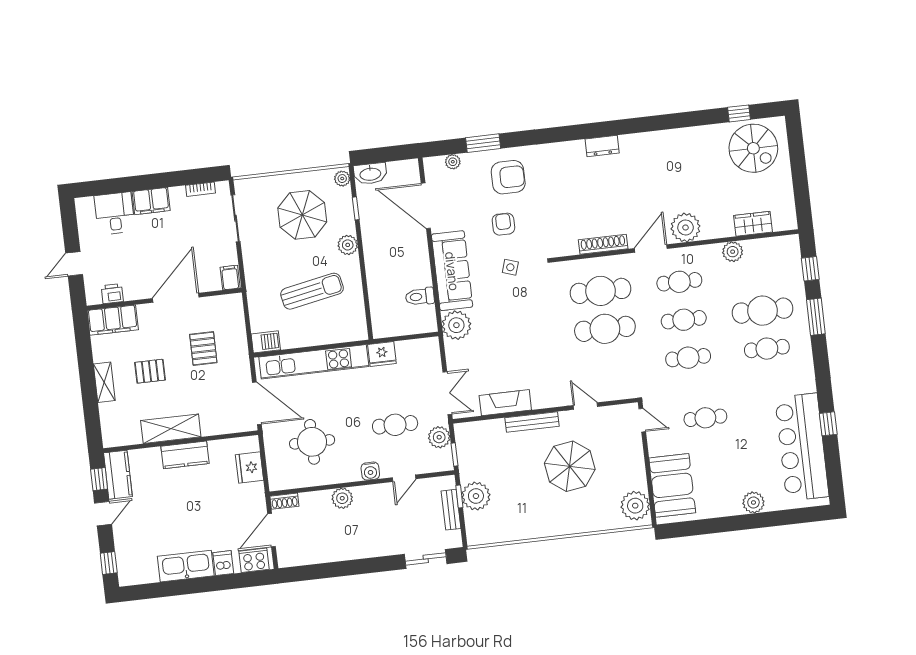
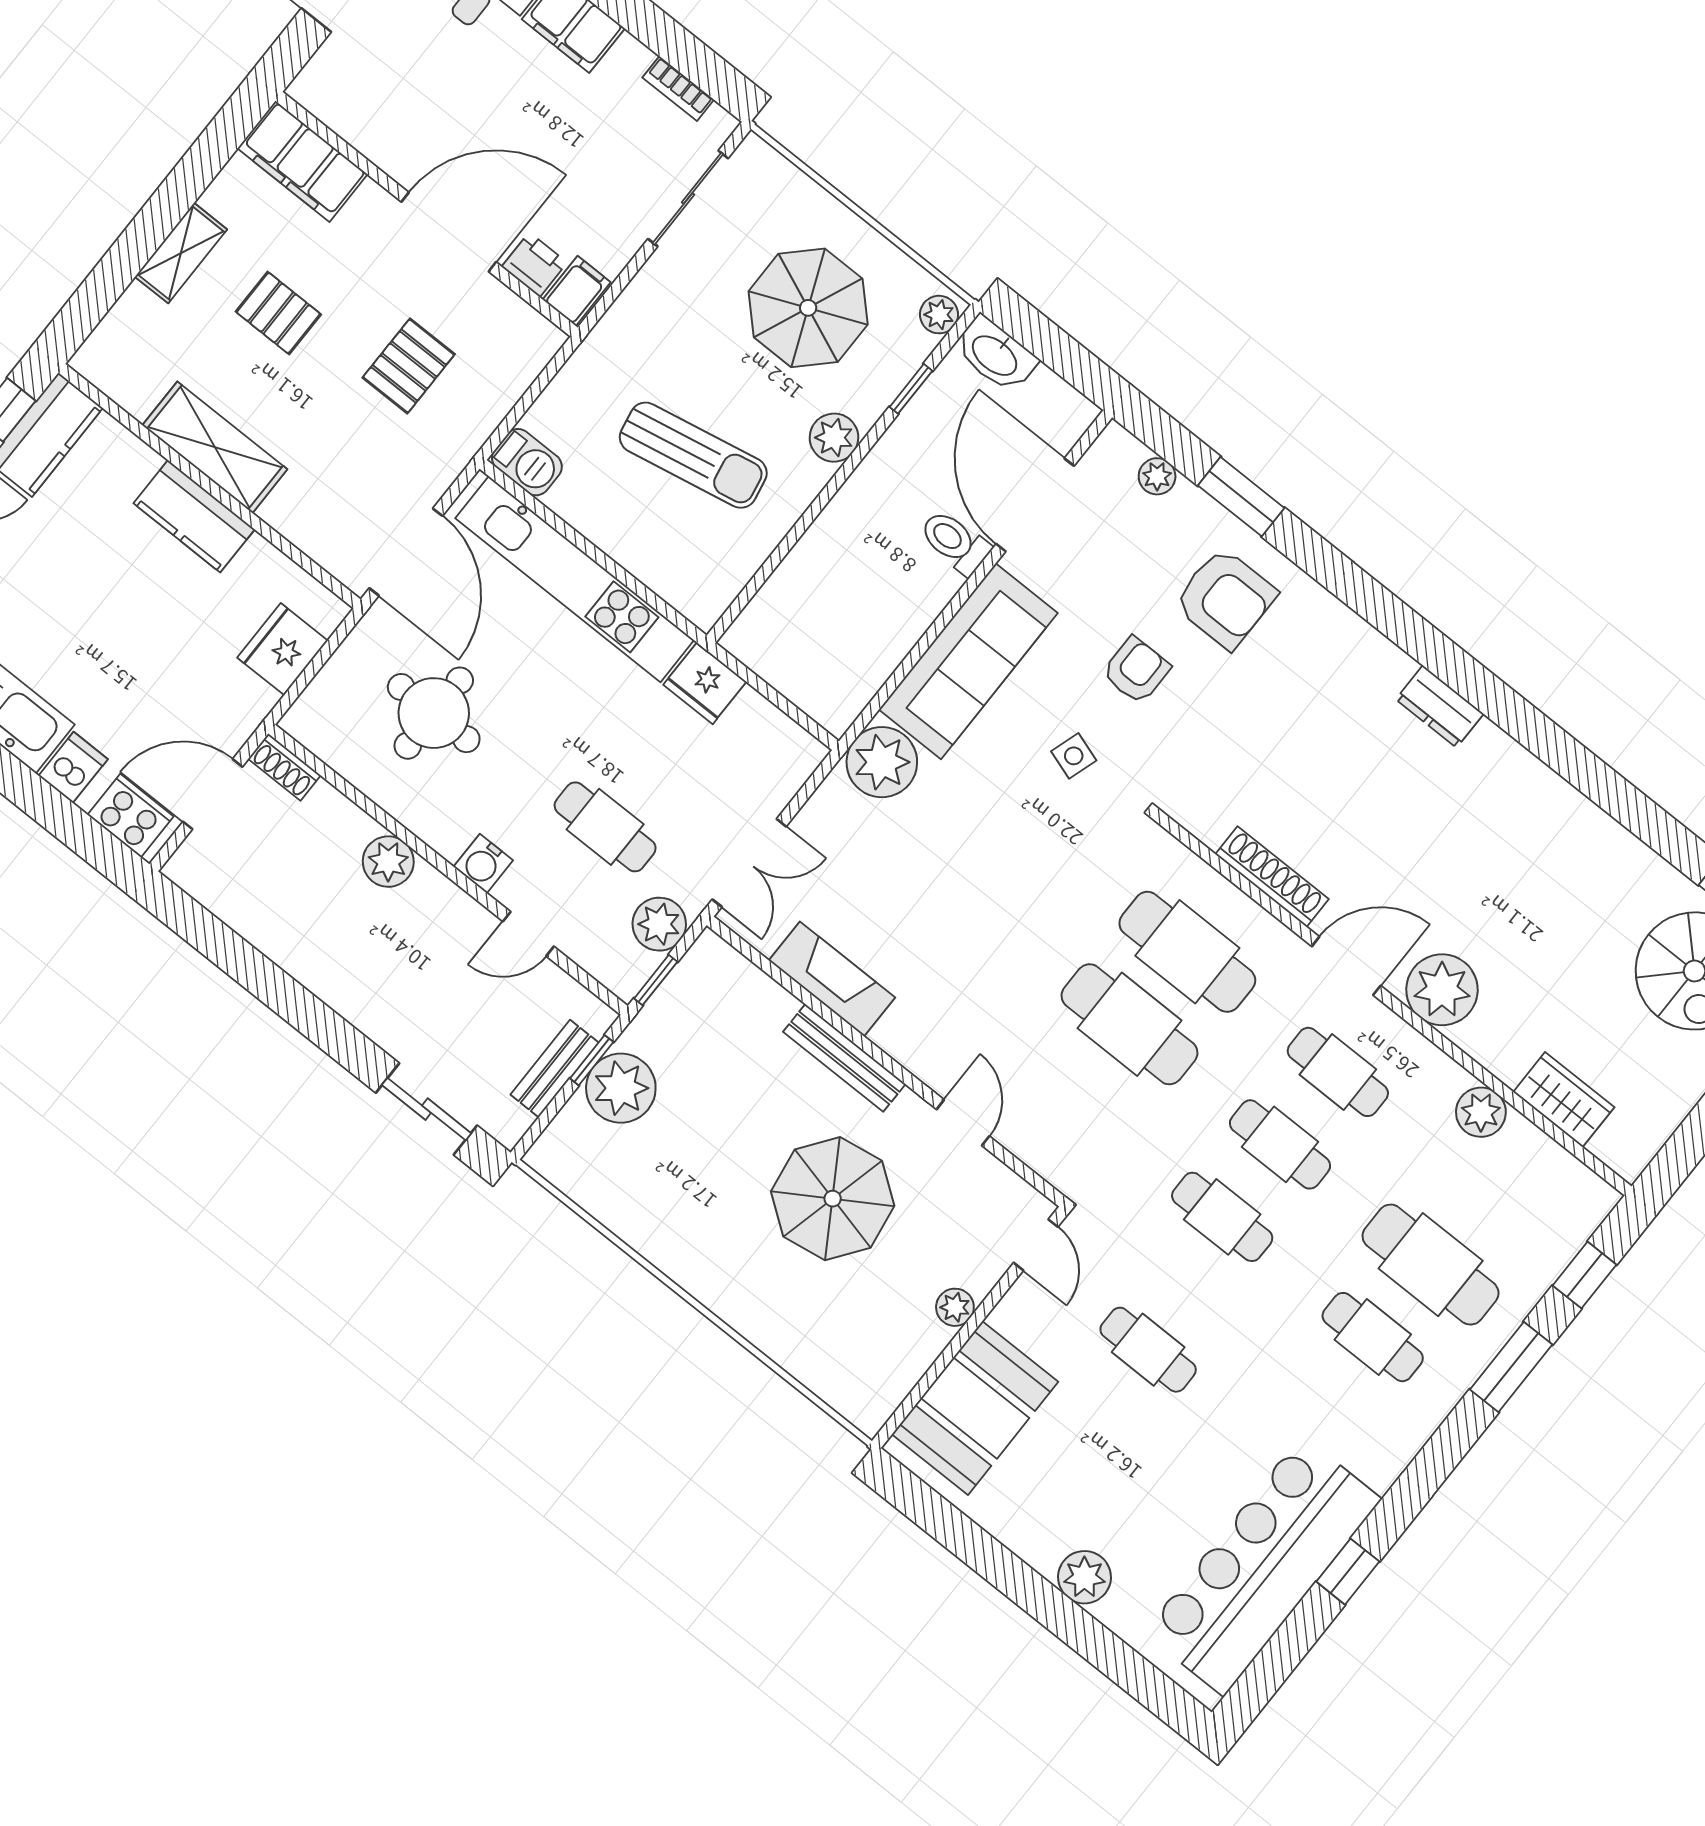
printer: (112, 294) -> (534, 265), moved
toilet: (420, 297) -> (955, 542), moved
plant: (635, 506) -> (955, 1307), moved, width x0.53, depth x0.53

